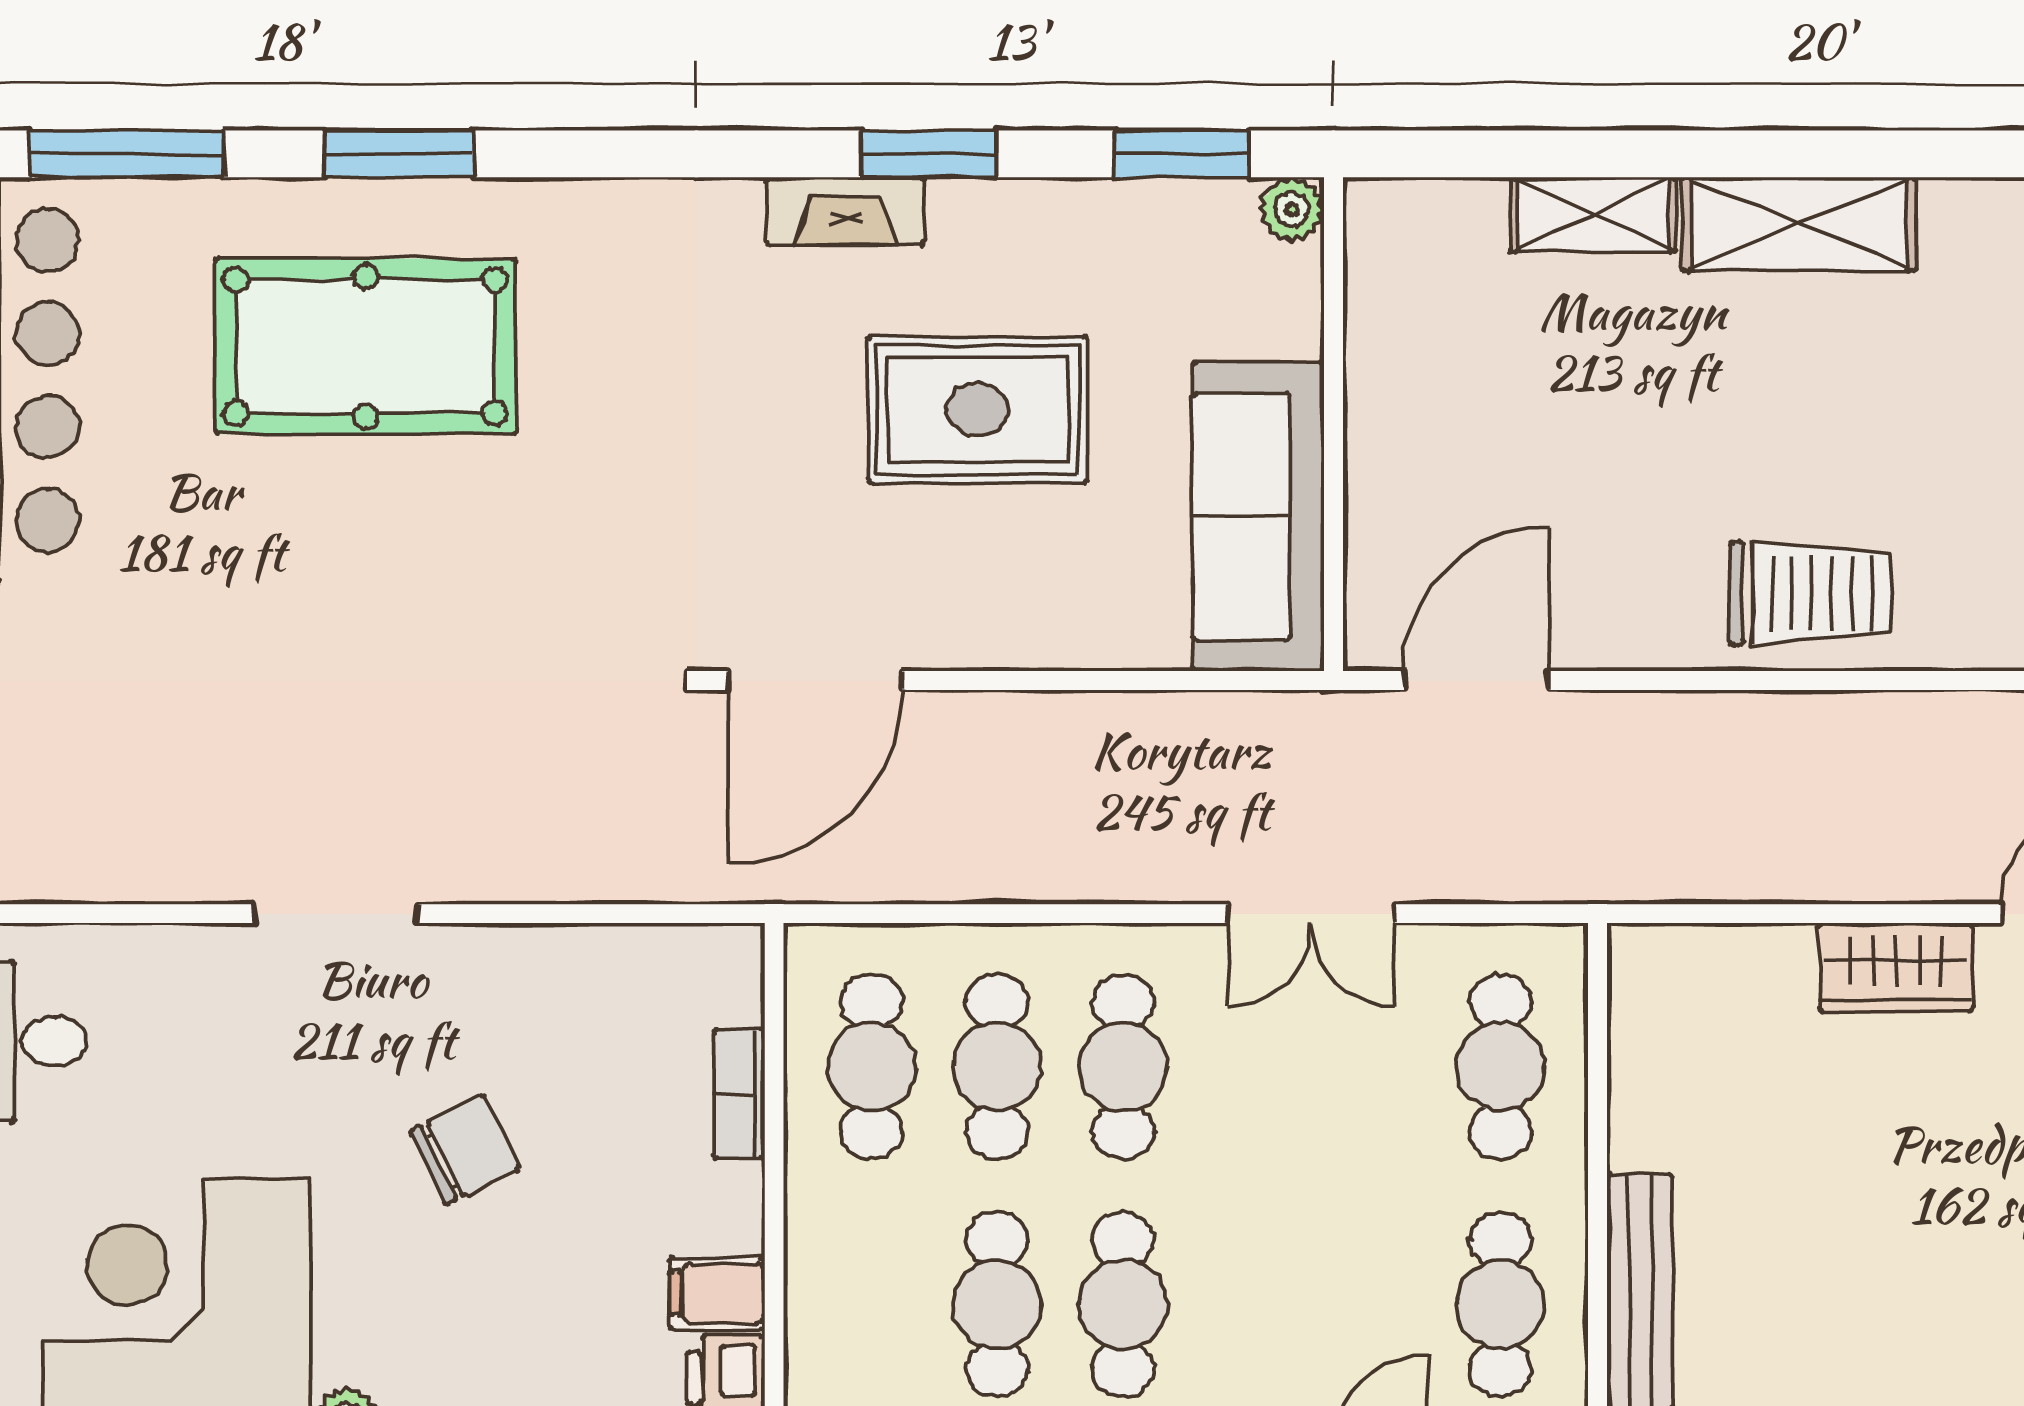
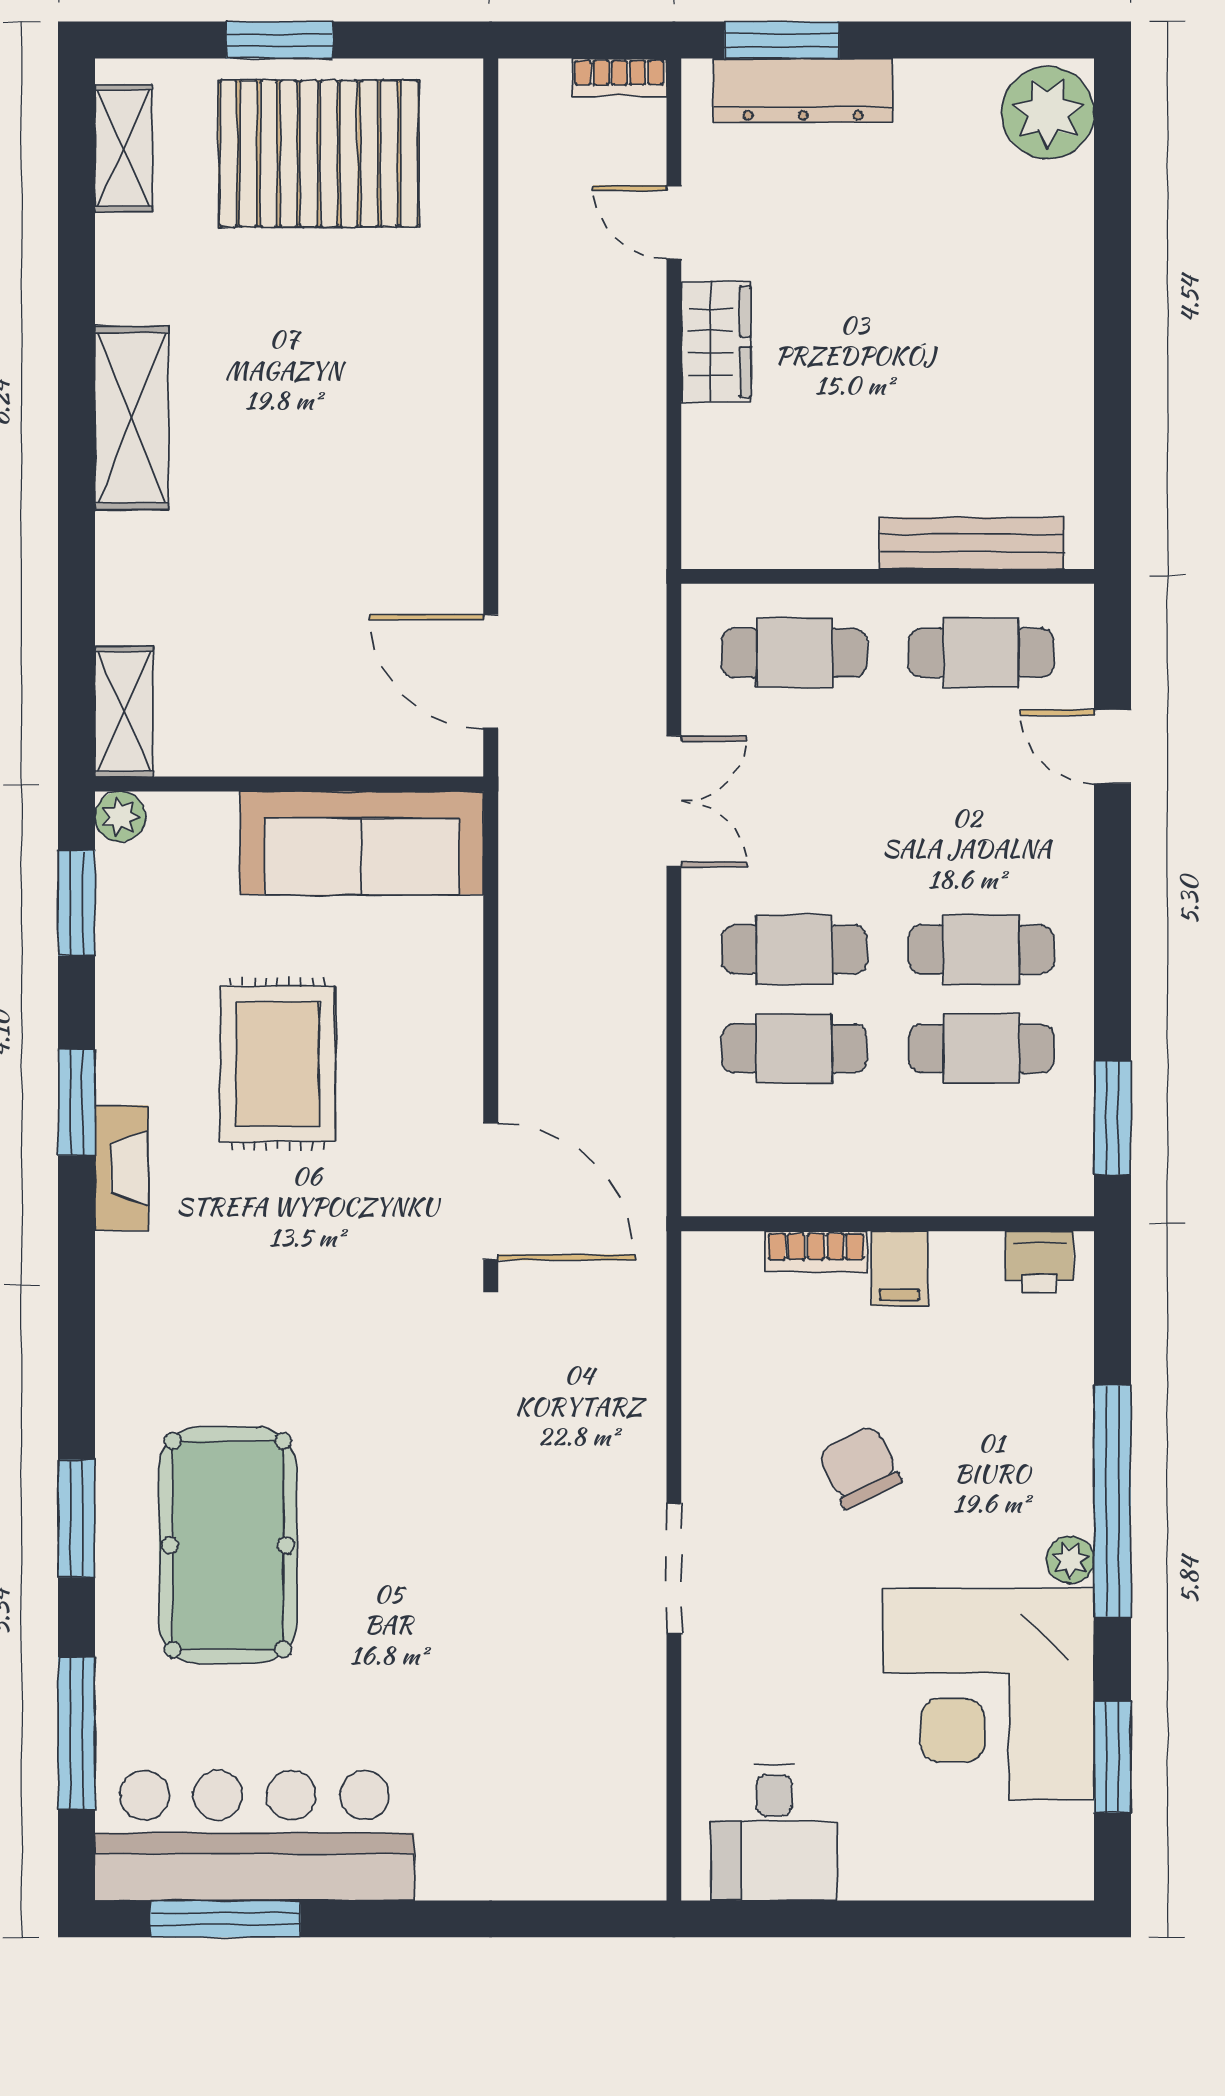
shelving: (1593, 214) -> (124, 712), moved
trolley: (1810, 593) -> (422, 409), removed
cafe table: (871, 1067) -> (794, 1147), removed
filing cabinet: (717, 1293) -> (900, 1269), moved

